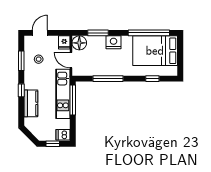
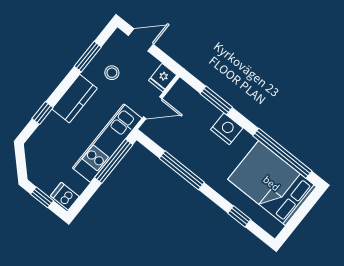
floor lamp: (79, 43) -> (182, 94), removed
door: (71, 60) -> (153, 108), swing flipped
window: (21, 90) -> (43, 113), moved
kitchen counter: (31, 103) -> (75, 99), moved

